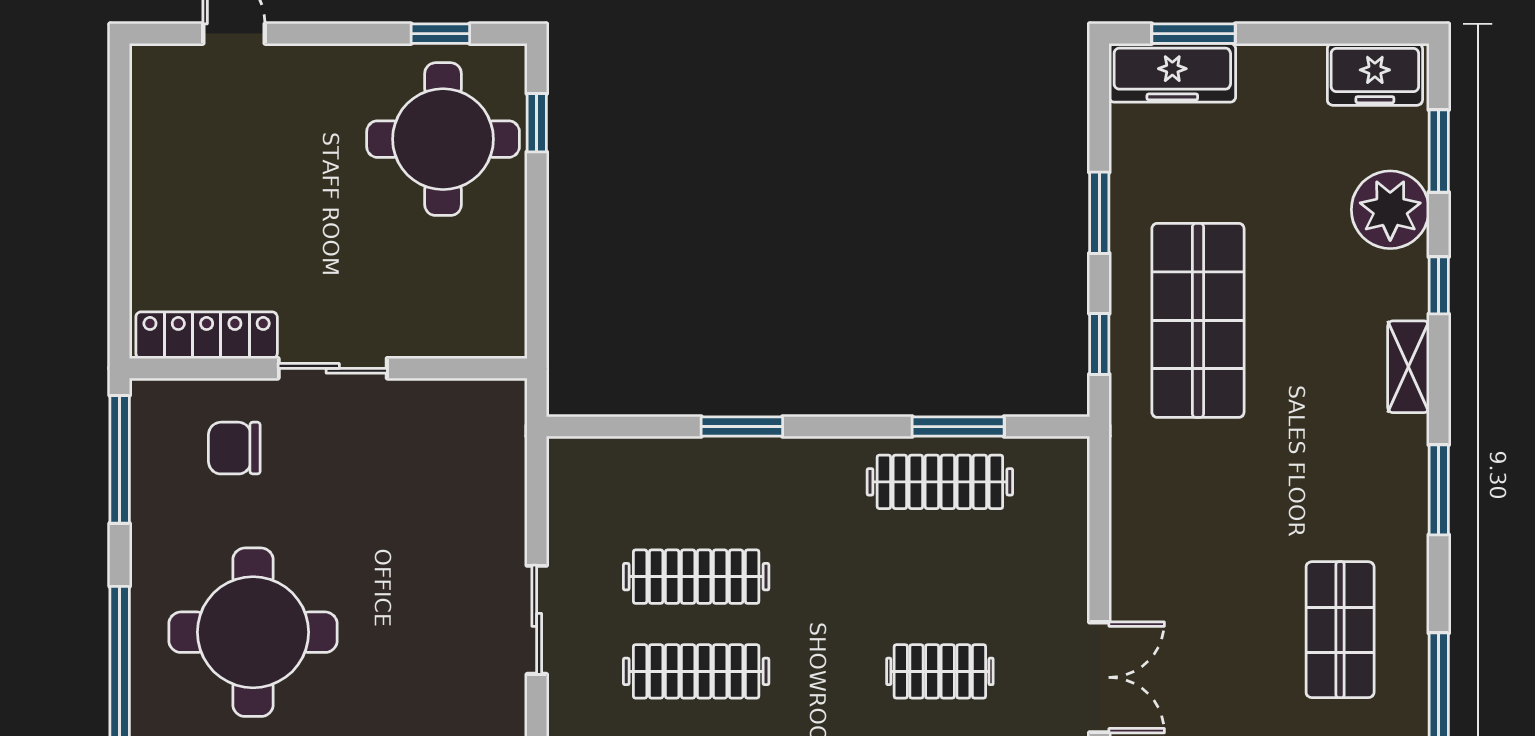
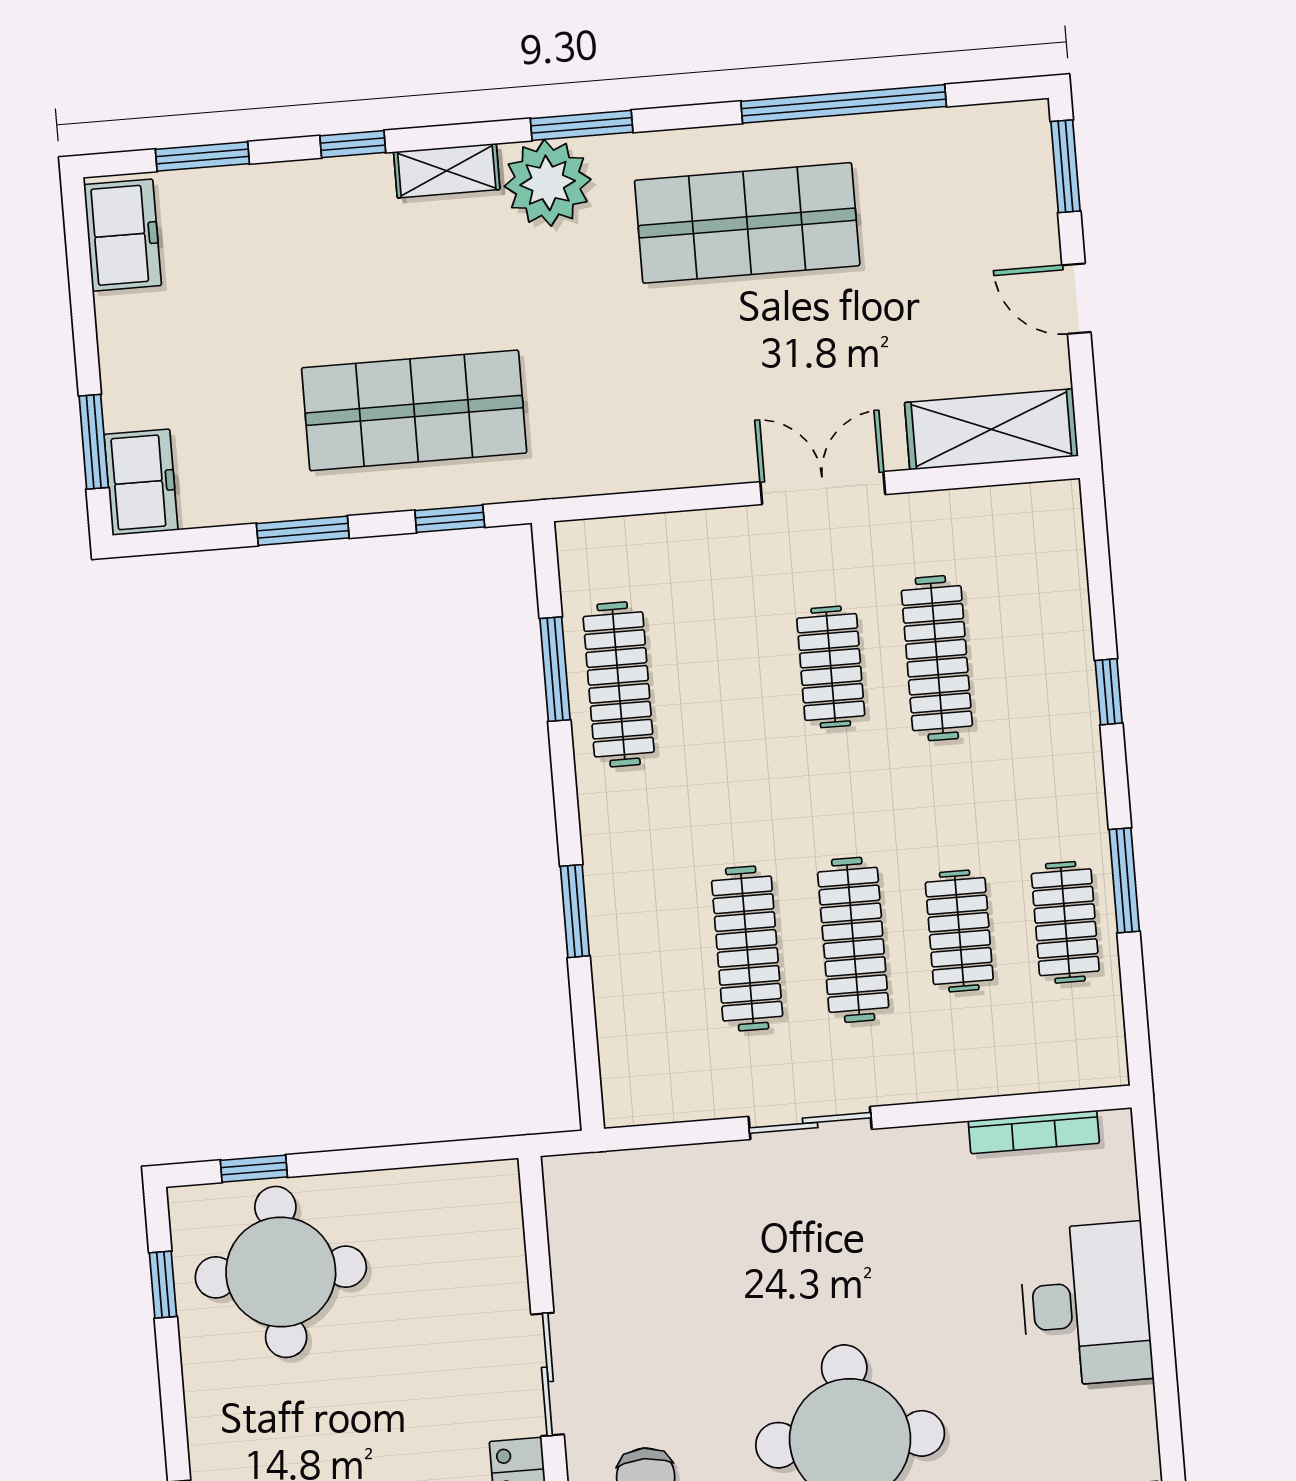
freezer: (1172, 73) -> (141, 482), width x0.71
plant: (1390, 210) -> (548, 183), moved
shop shelf: (1340, 630) -> (747, 223), width x1.43, depth x1.36

